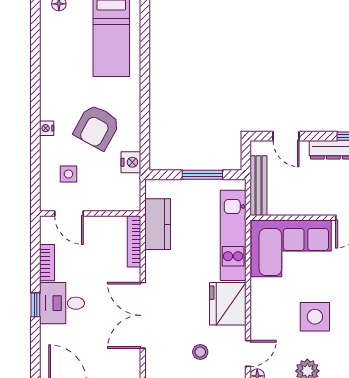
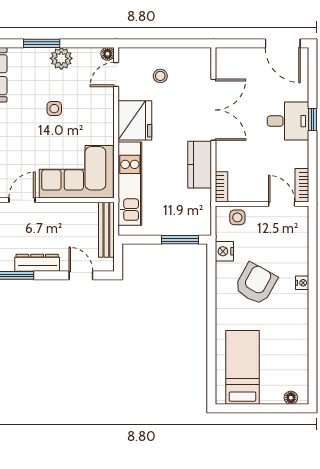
side table: (68, 174) -> (237, 217), moved
window: (202, 175) -> (180, 240), moved
kitchen counter: (158, 224) -> (200, 165), moved
bookcase: (134, 241) -> (221, 187), width x0.64
bookcase: (47, 263) -> (302, 185), moved
side table: (315, 317) -> (54, 109), width x0.54, depth x0.54

